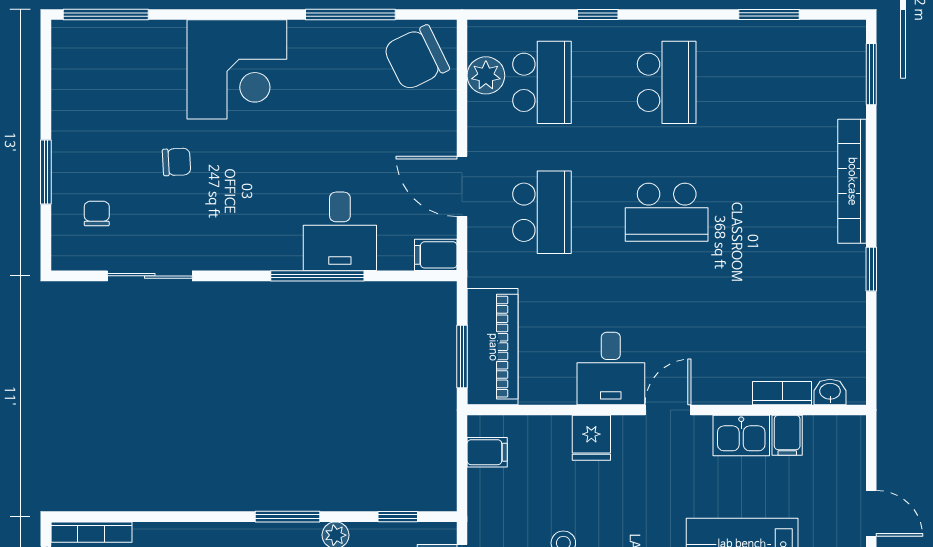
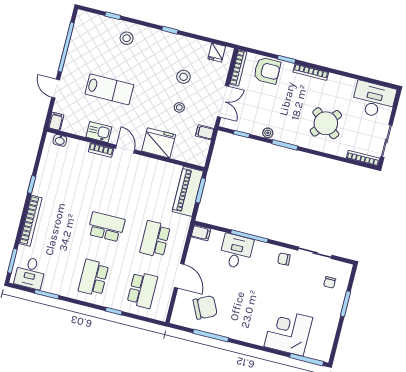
chair: (416, 58) -> (205, 307), moved
corner desk: (237, 69) -> (288, 332), moved
plant: (486, 75) -> (164, 298), removed
school desk: (542, 82) -> (142, 290), turned 180
chair: (177, 162) -> (284, 259), moved
door: (462, 186) -> (179, 276), moved
desk: (611, 368) -> (30, 273), moved, turned 180
bookcase: (782, 393) -> (101, 150), moved
door: (668, 410) -> (125, 149), swing flipped
filing cabinet: (787, 435) -> (56, 121), moved
fridge: (591, 438) -> (159, 143), width x1.88, depth x1.34
filing cabinet: (487, 452) -> (205, 132), moved

